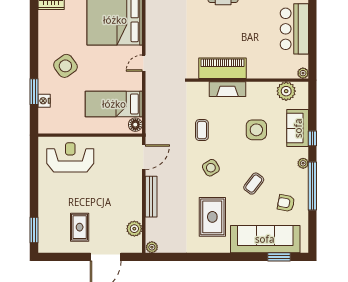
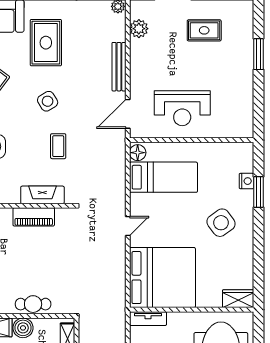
piano: (222, 68) -> (34, 217), width x0.73, depth x0.75
fireplace: (227, 89) -> (42, 195), moved
reception desk: (70, 157) -> (182, 108), moved
rug: (80, 227) -> (204, 30), turned 90
window: (34, 230) -> (259, 54), moved

